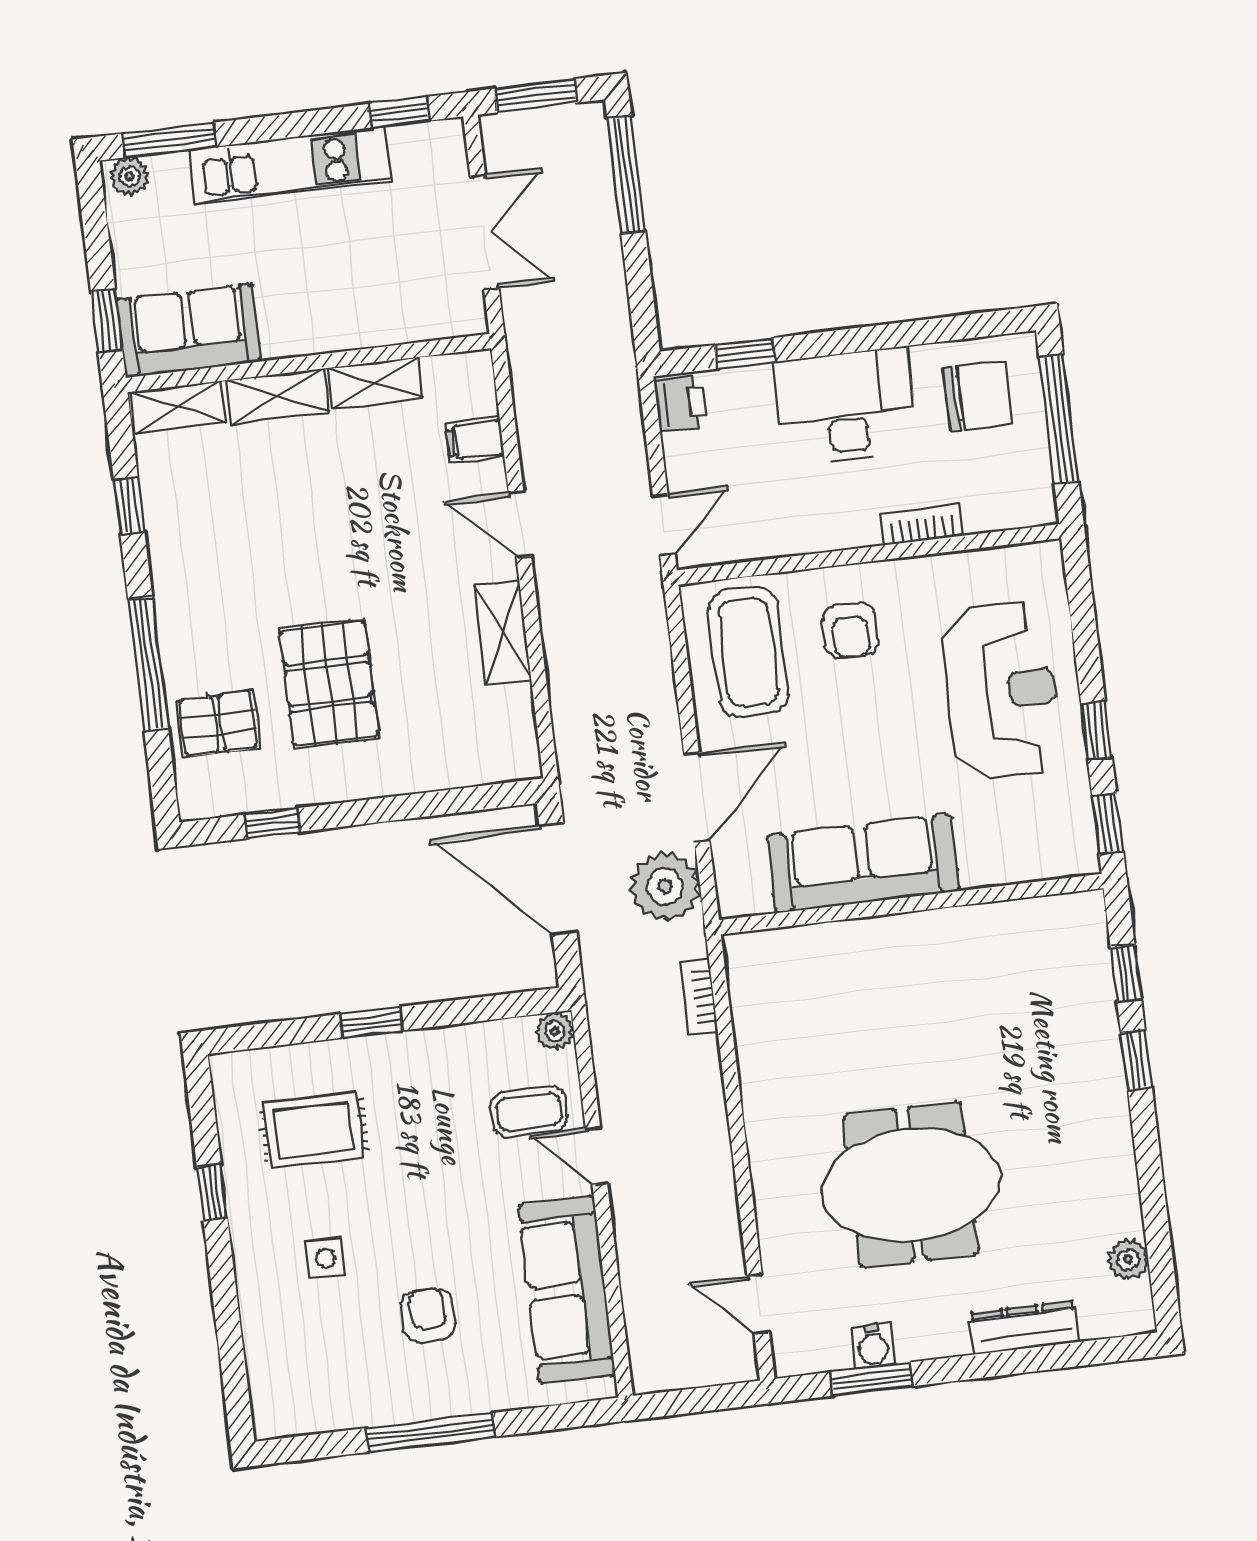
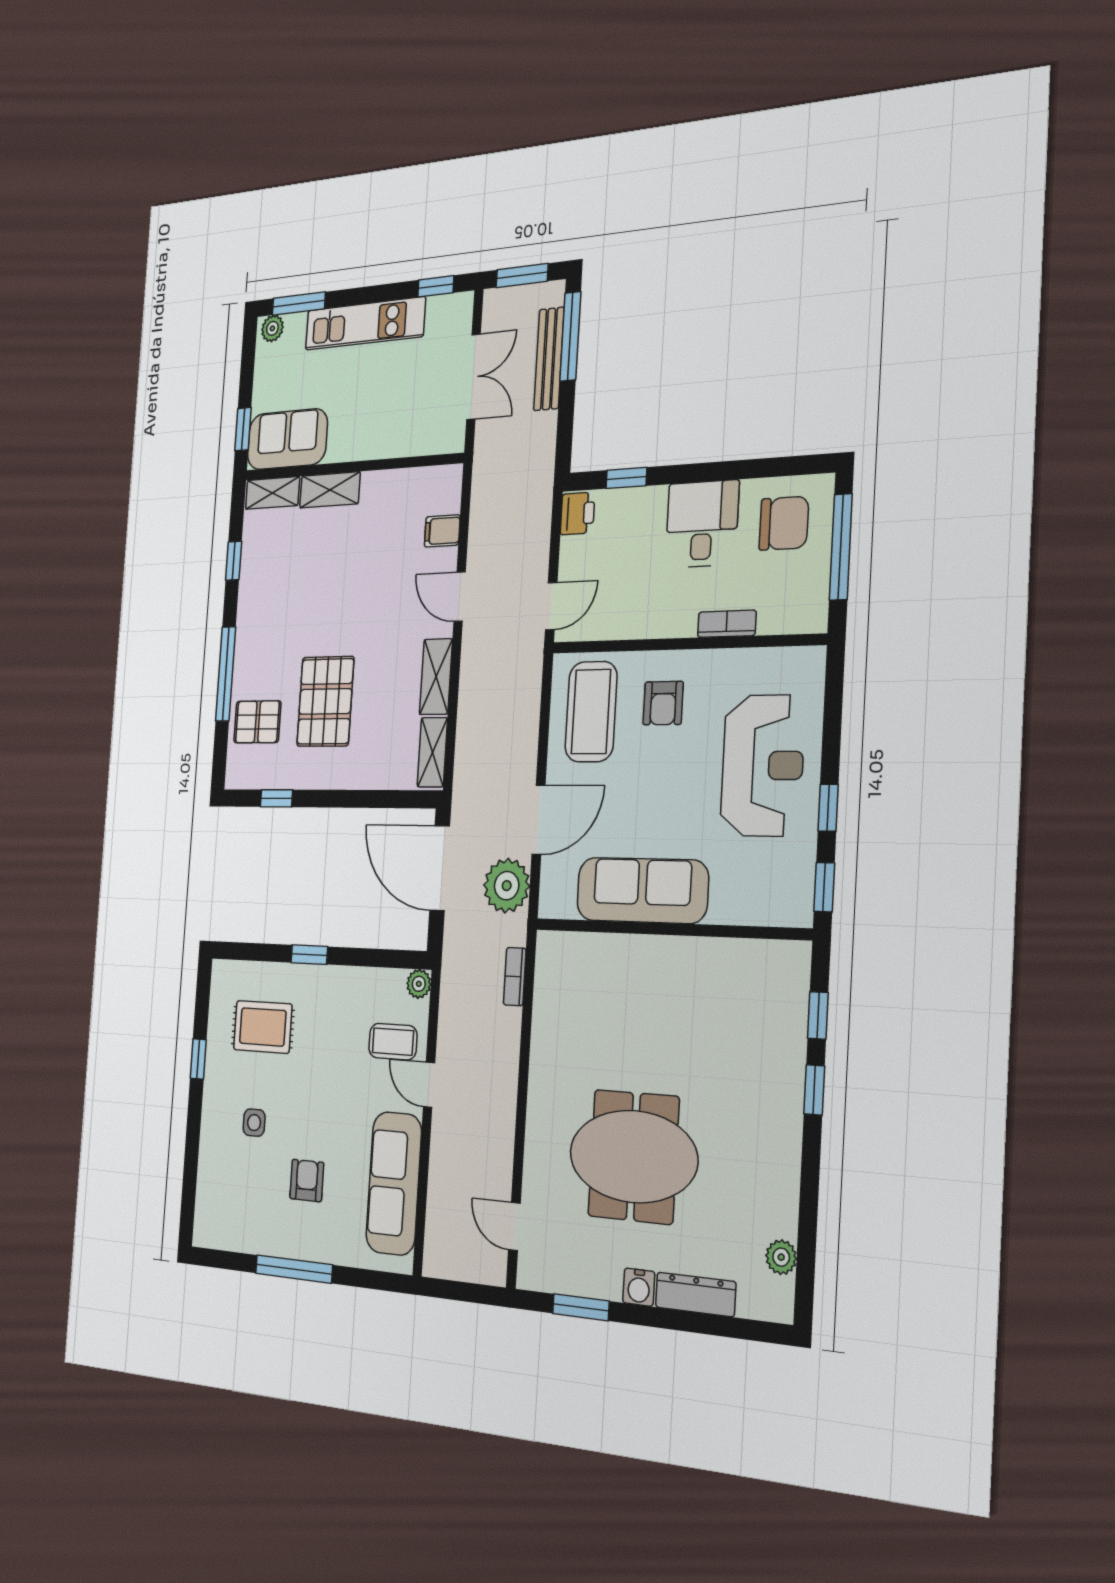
bench: (599, 205) -> (549, 359), added
shelving: (376, 383) -> (432, 752), moved, turned 90
desk: (846, 407) -> (702, 524), width x0.73
water cooler: (873, 1346) -> (639, 1287), moved

